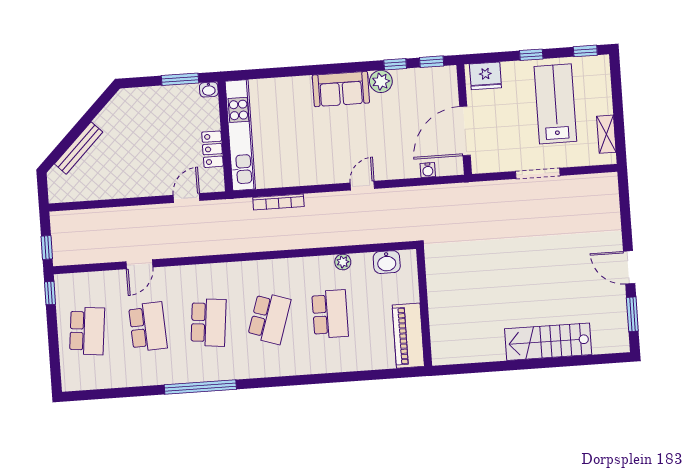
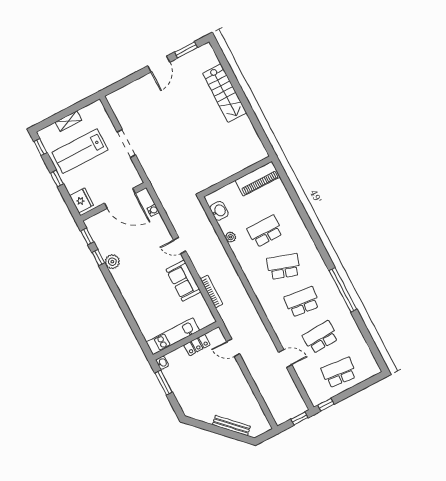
sofa: (341, 89) -> (183, 281), moved, turned 180
shelving: (606, 134) -> (68, 121), moved
kitchen unit: (240, 135) -> (173, 336), width x0.73

